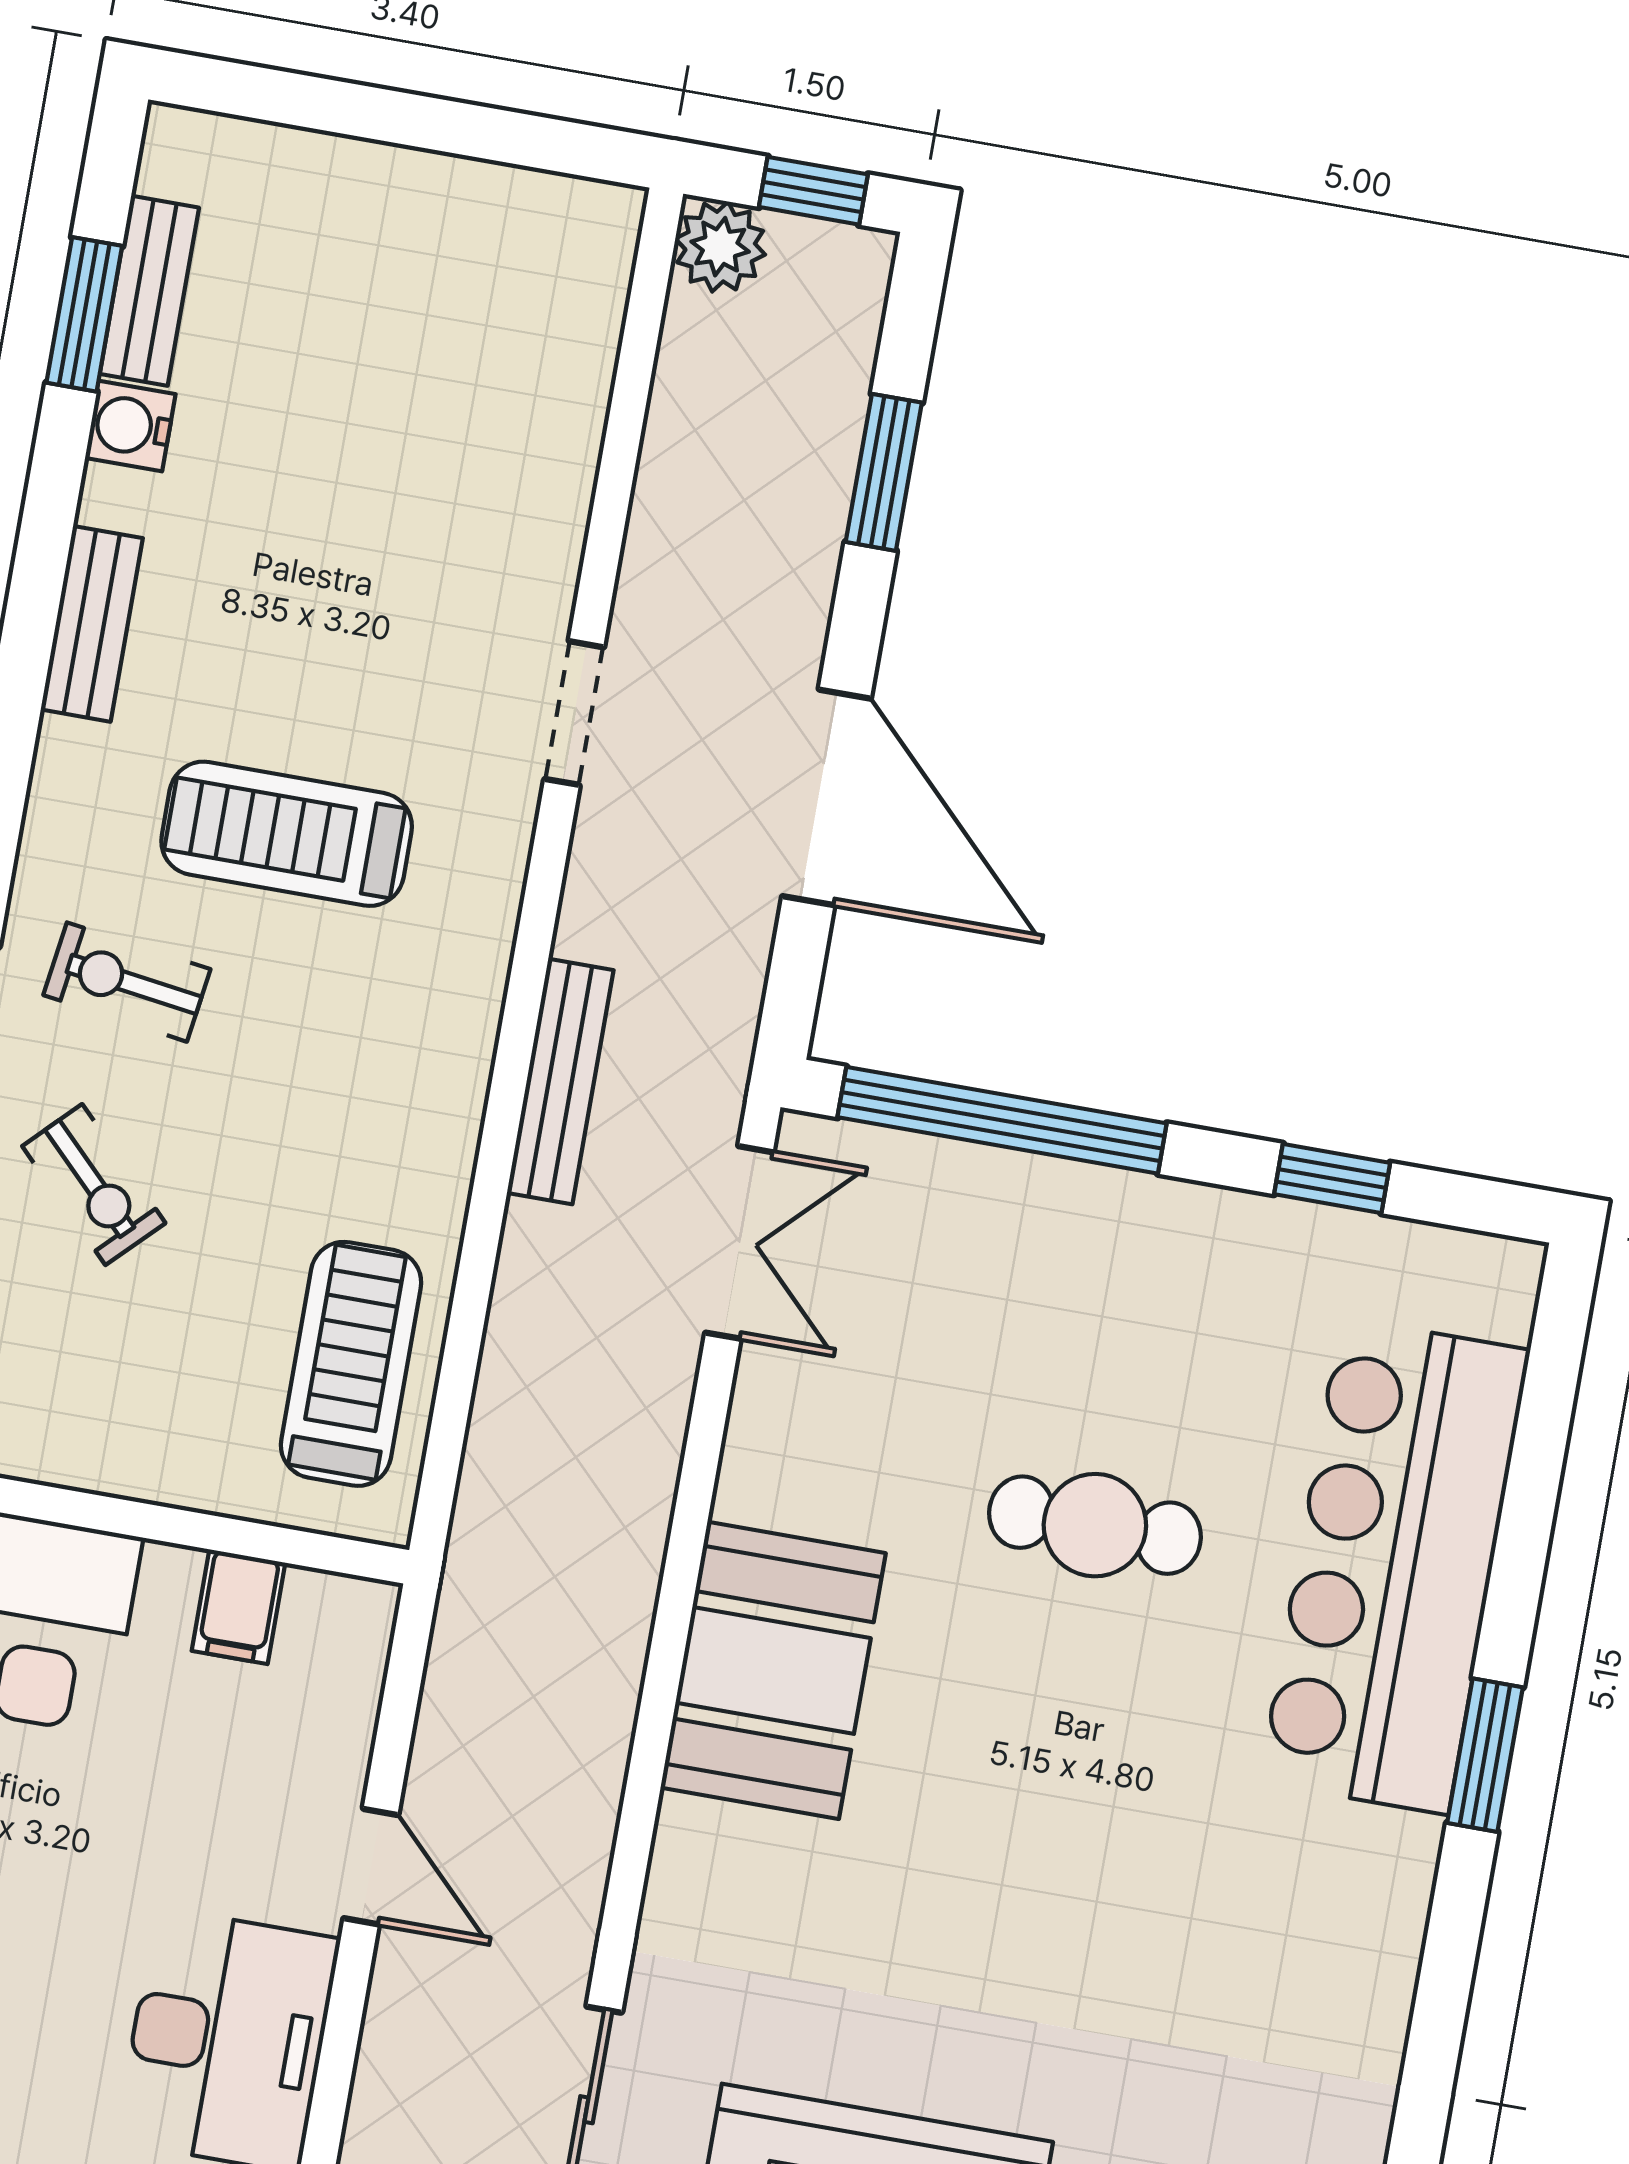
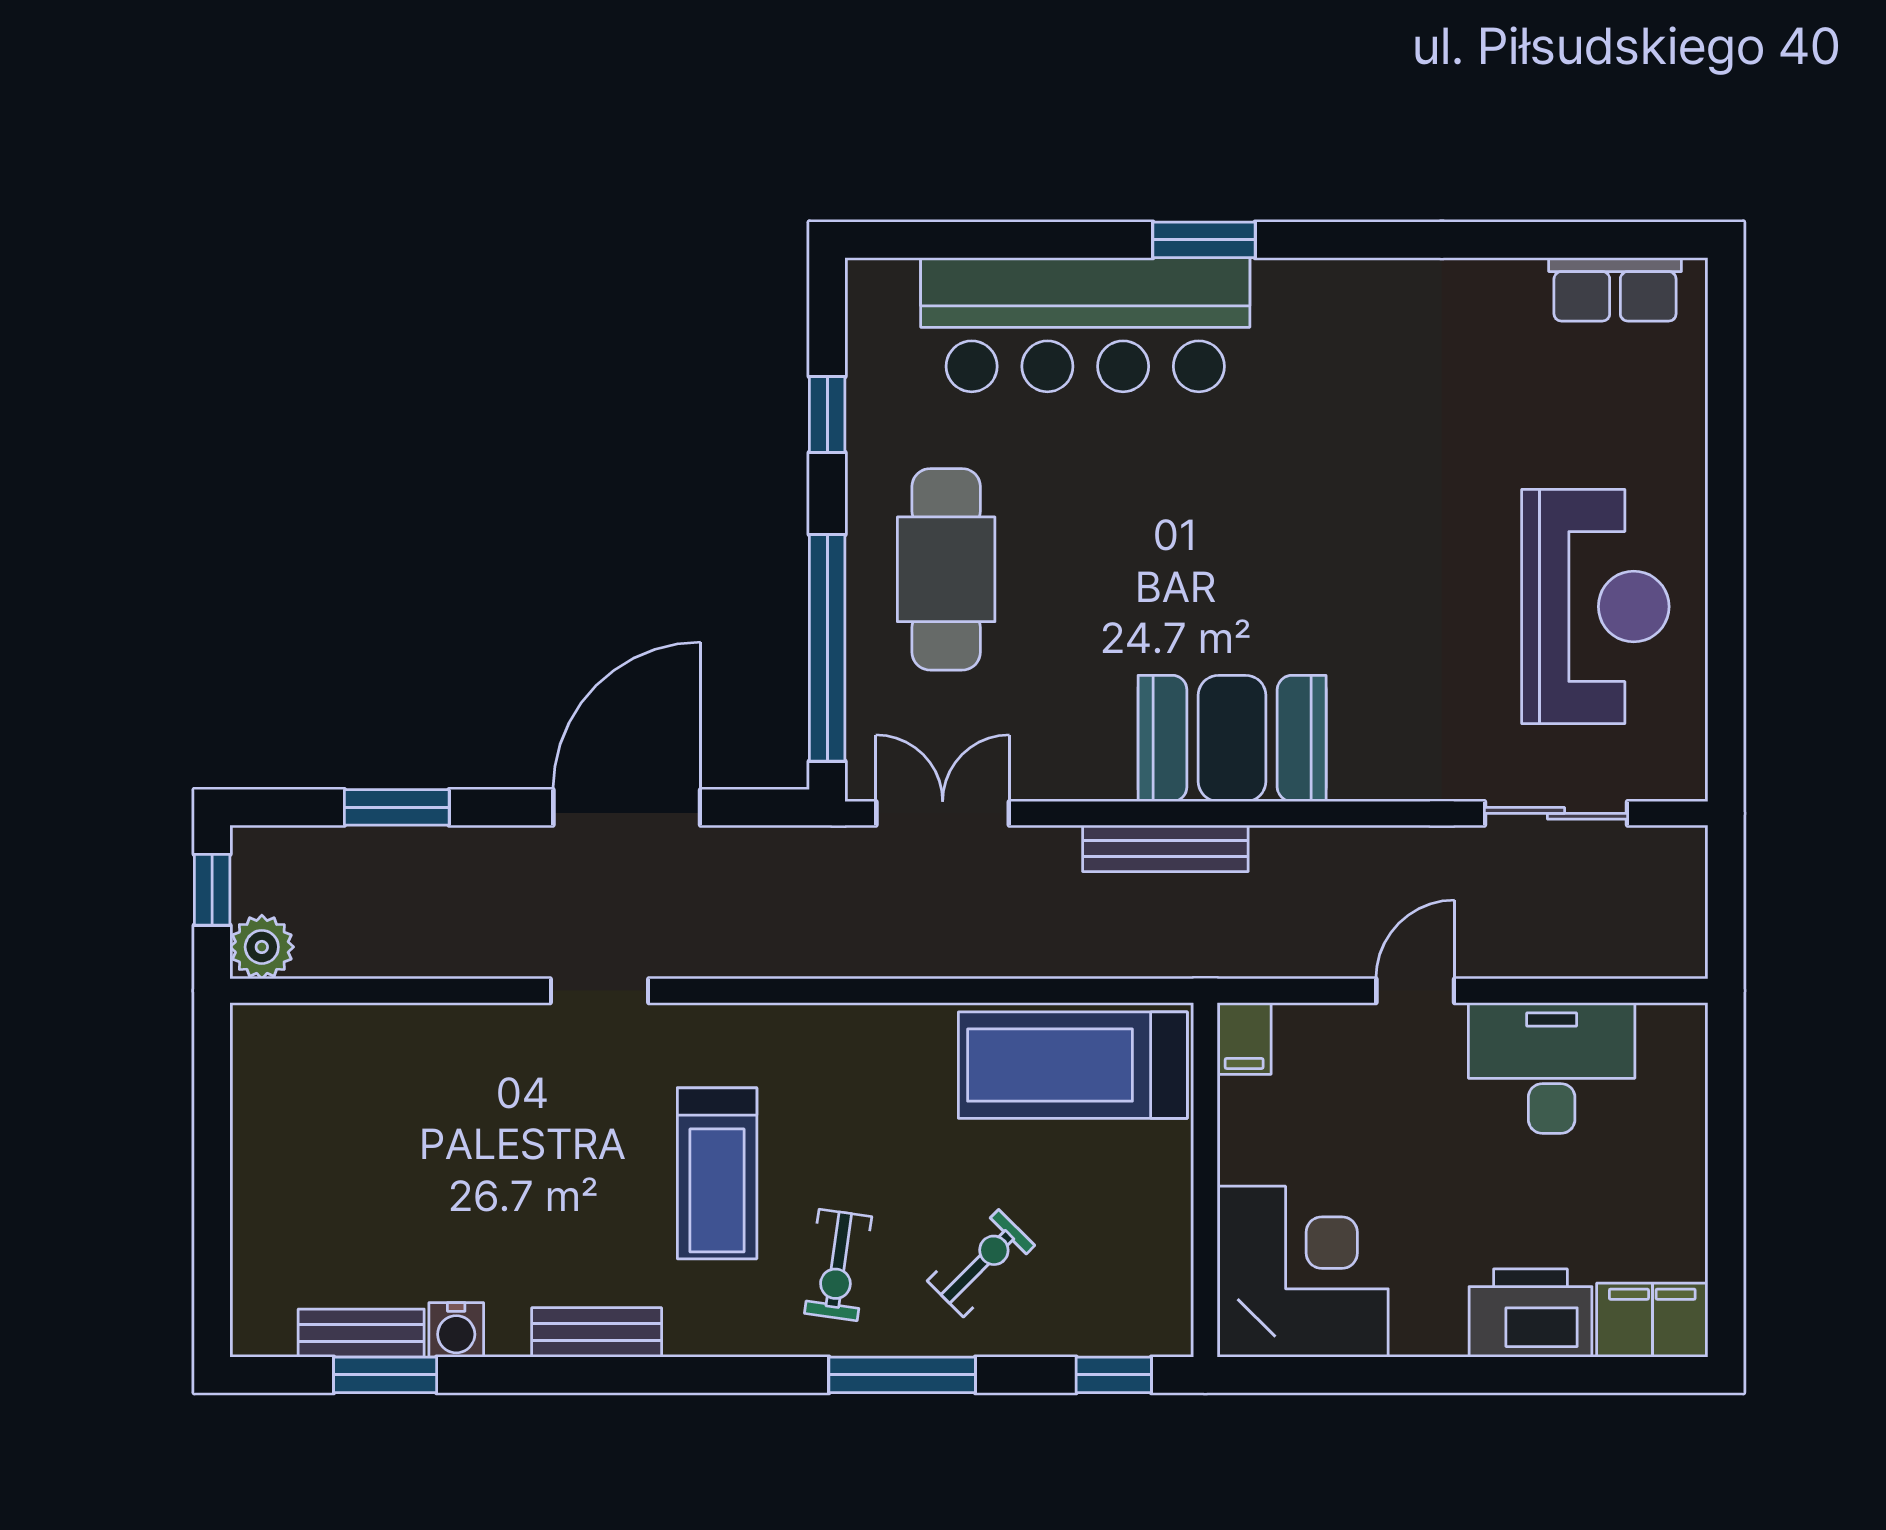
bench: (560, 1081) -> (1165, 848), moved
treadmill: (351, 1364) -> (1073, 1065), width x1.37, depth x1.38
cafe table: (1095, 1525) -> (946, 569), moved, width x1.37, depth x1.35
filing cabinet: (239, 1607) -> (1244, 1038), moved, turned 90

